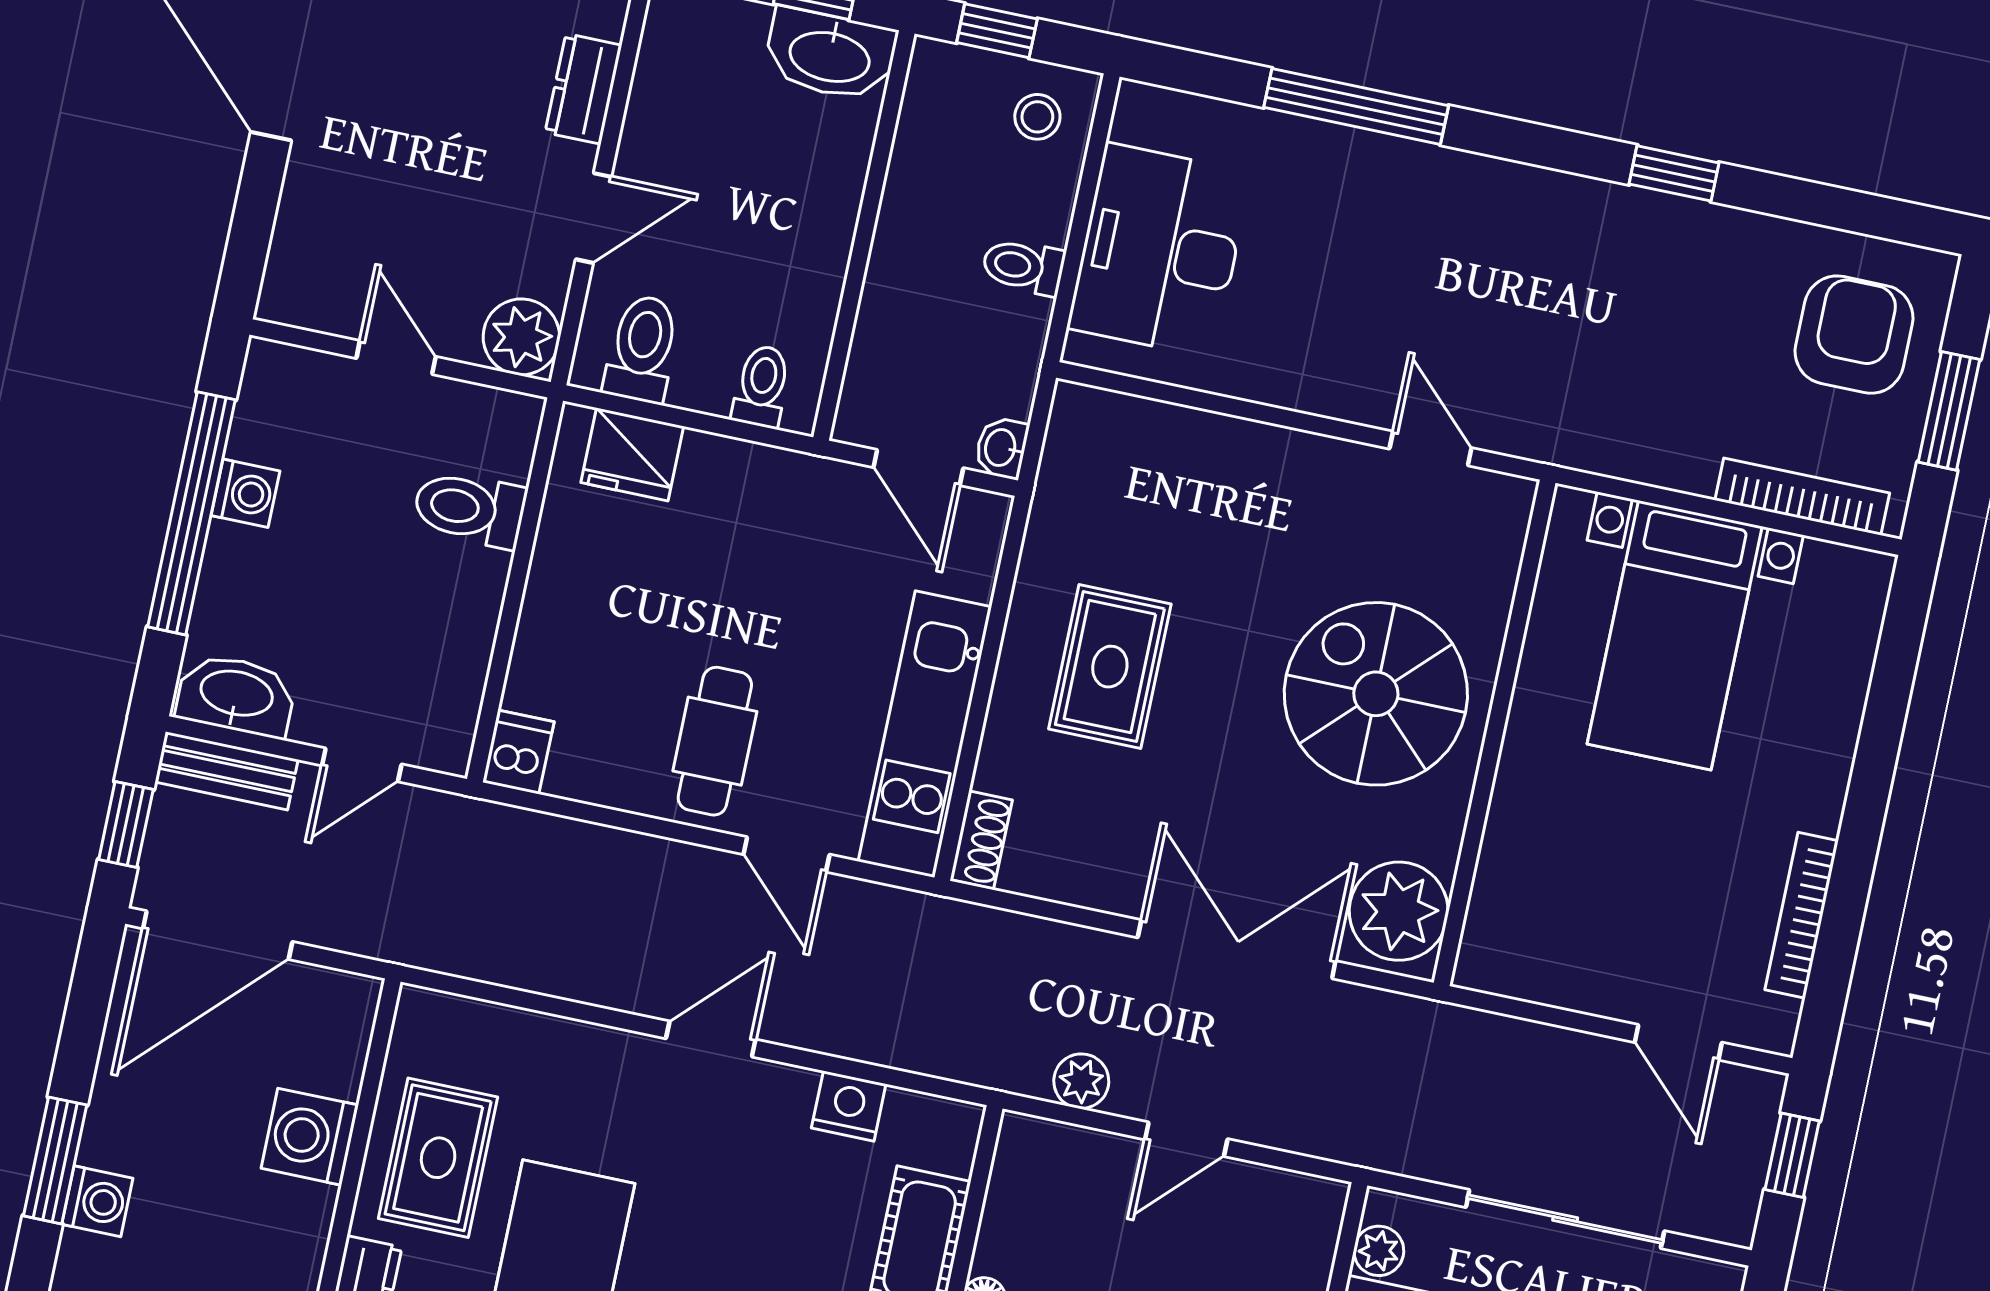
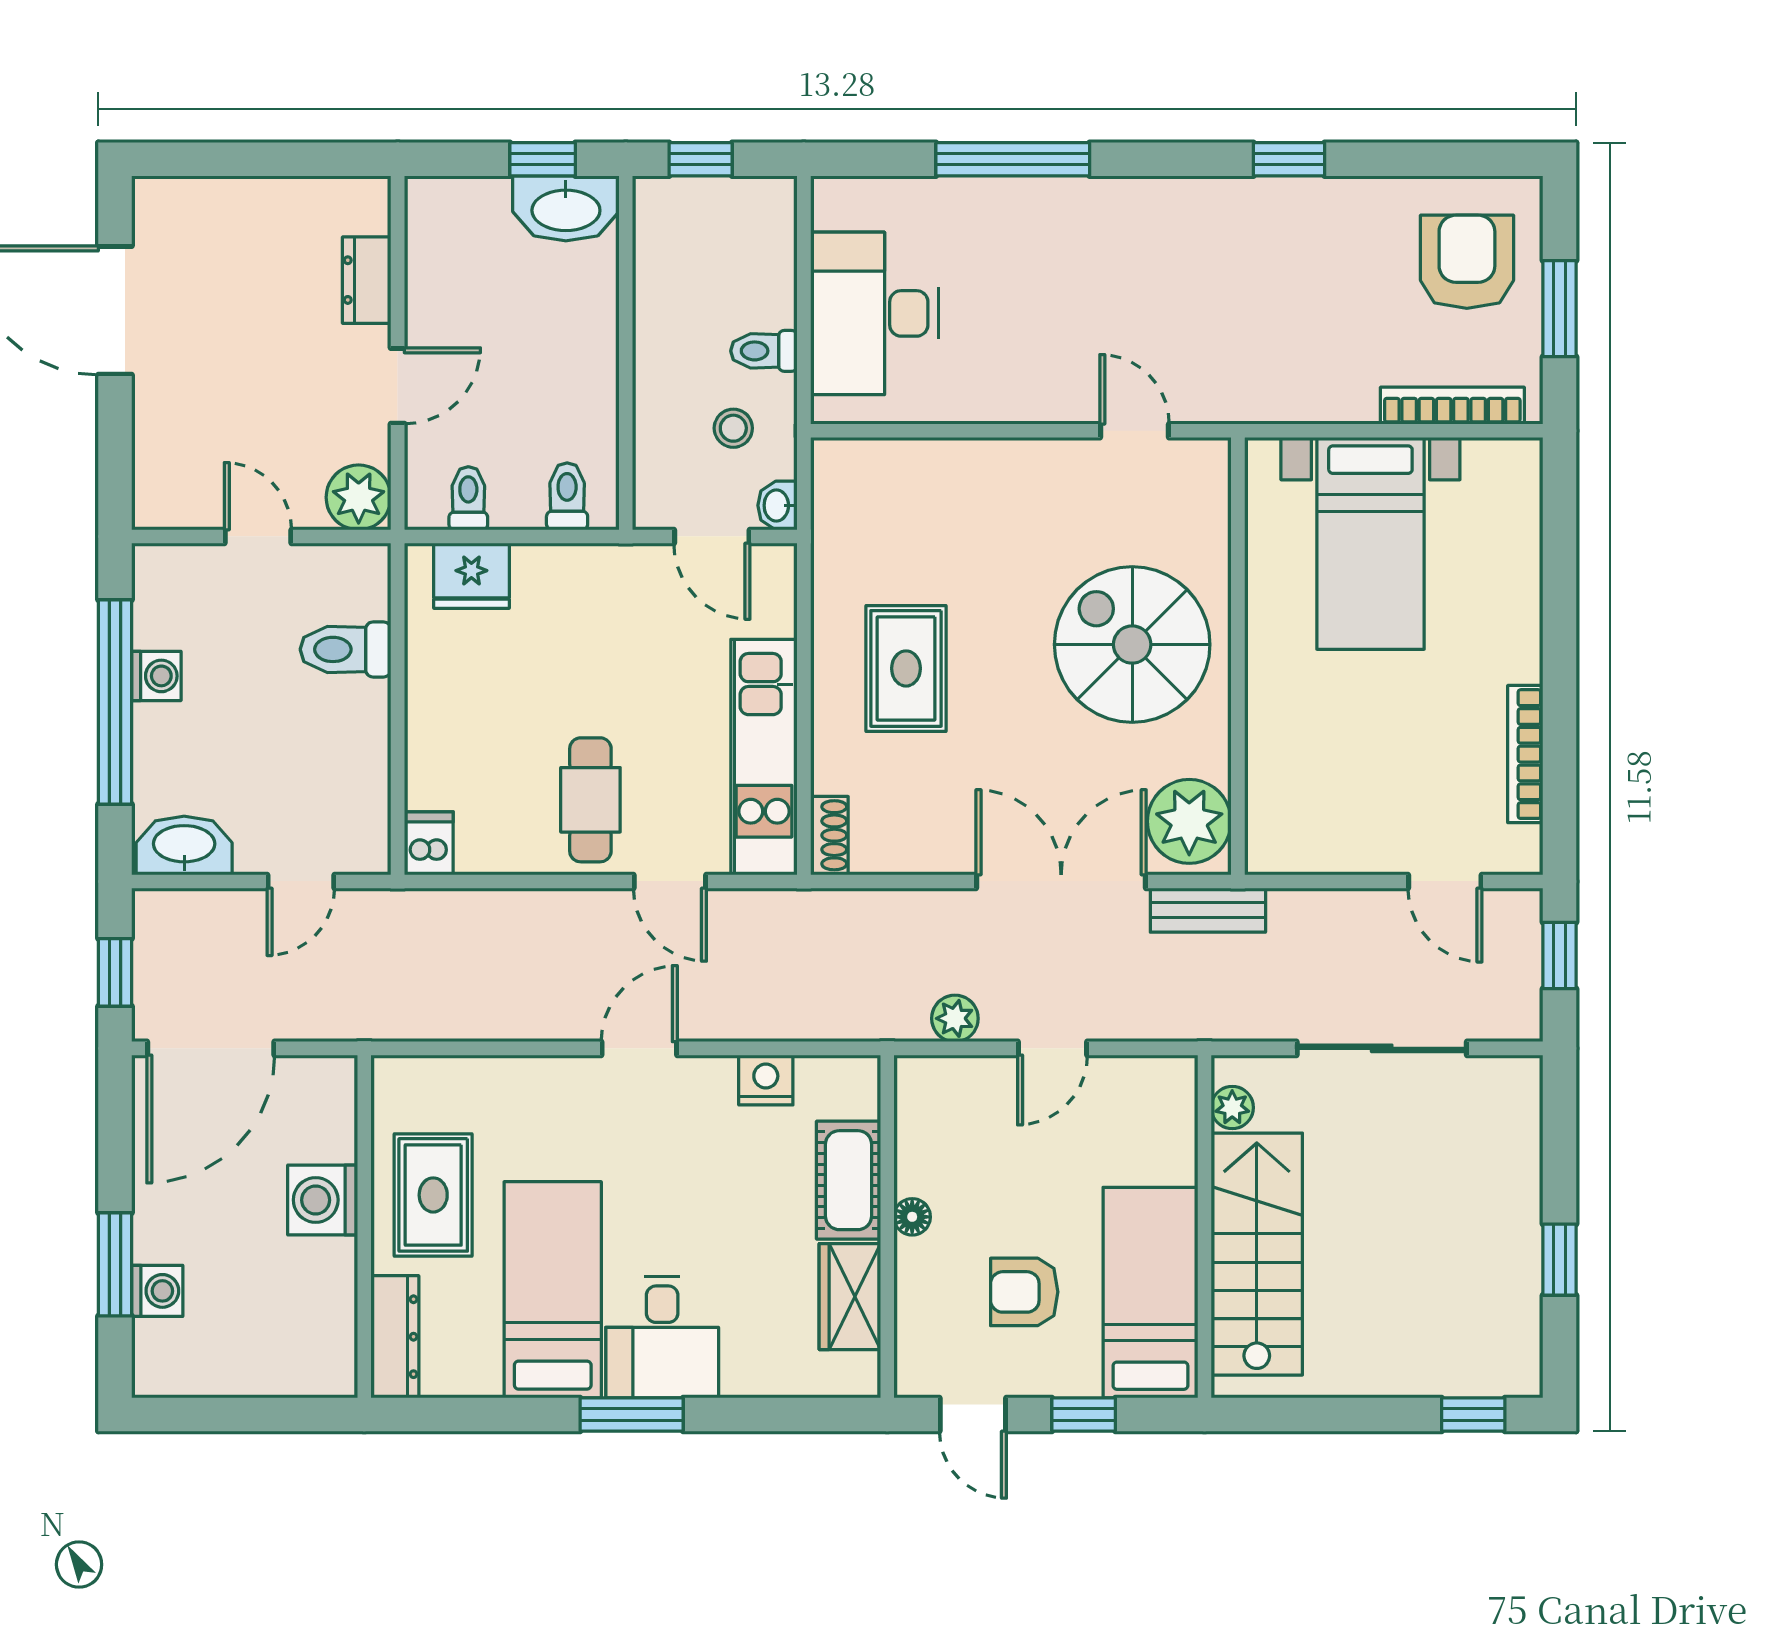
stool: (1037, 117) -> (733, 428), moved
toilet: (642, 349) -> (468, 498), width x0.73, depth x0.72
bench: (227, 771) -> (1208, 910), moved

